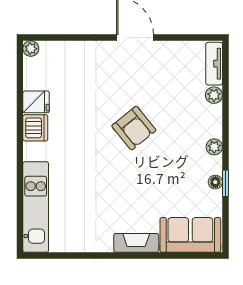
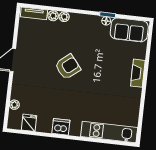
plant: (31, 49) -> (14, 105), moved
fridge: (36, 102) -> (29, 123), moved
plant: (214, 147) -> (64, 17), moved
sofa: (190, 235) -> (129, 30), moved, turned -90

